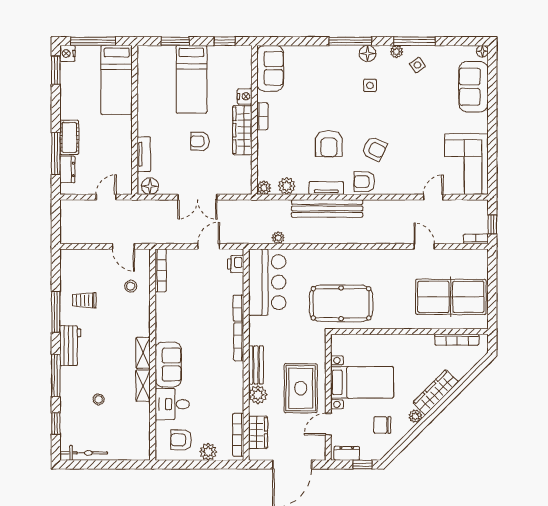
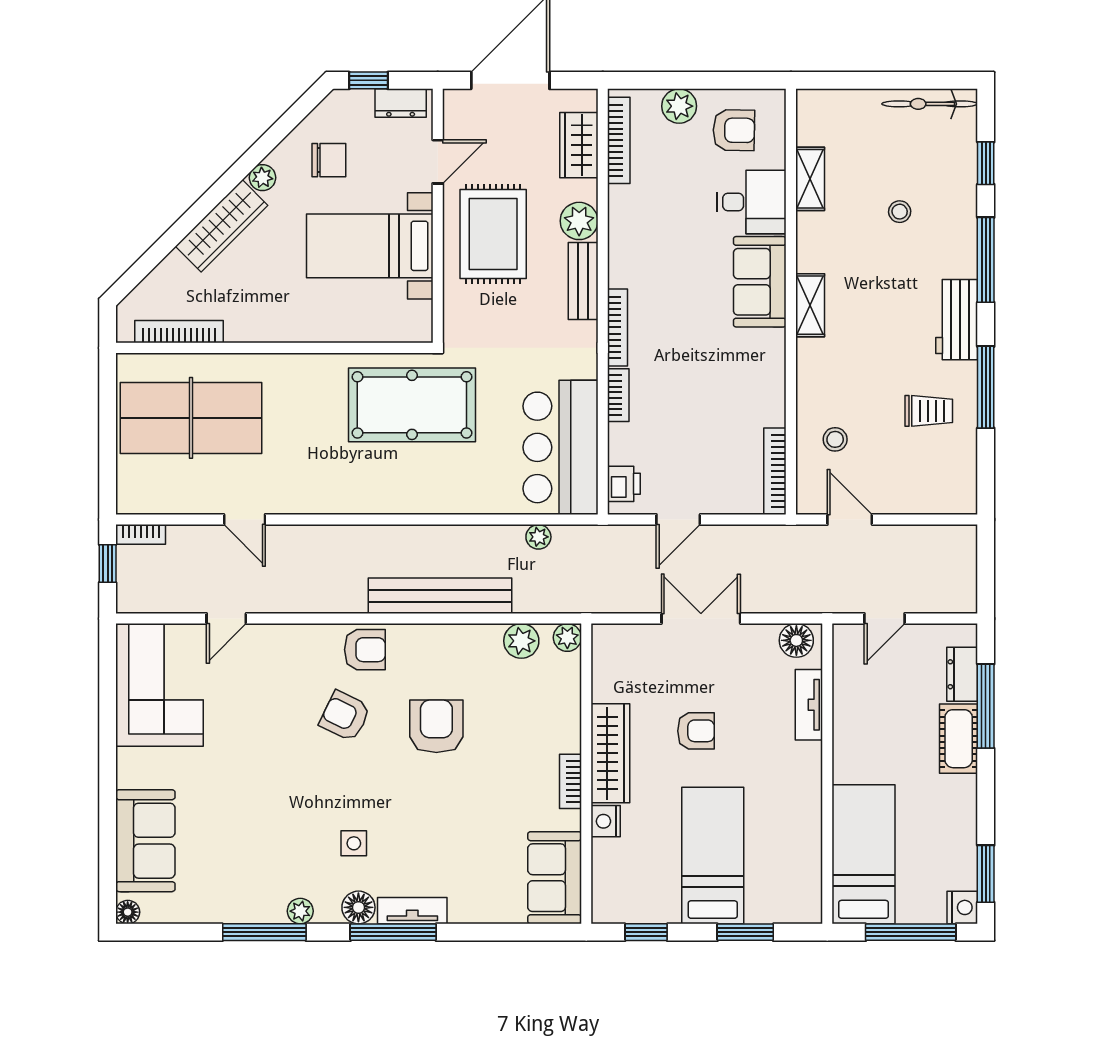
side table: (417, 65) -> (258, 884), removed
tv unit: (326, 188) -> (412, 911), moved, turned 180
shelving: (143, 386) -> (810, 179), moved

